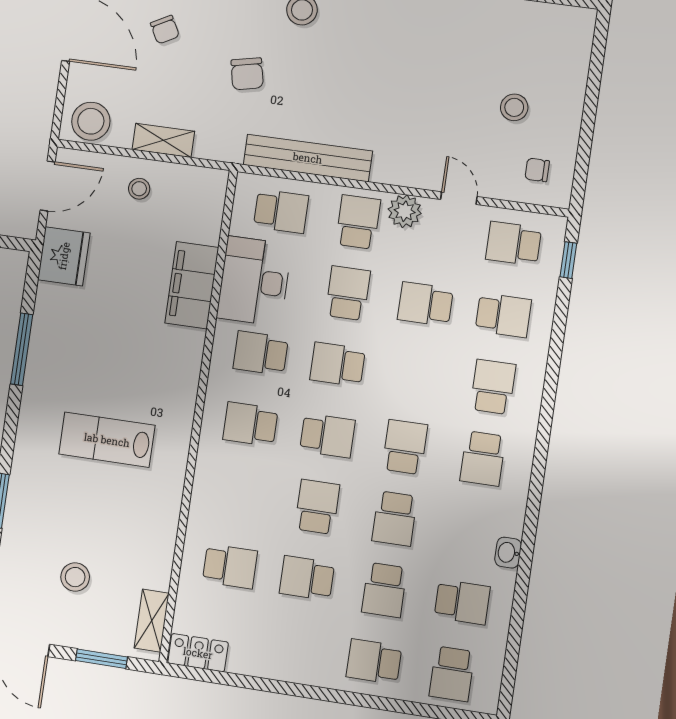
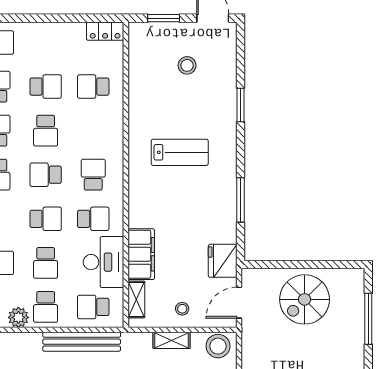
school desk: (250, 424) -> (93, 175), turned -90
shelving: (152, 621) -> (136, 300), moved

